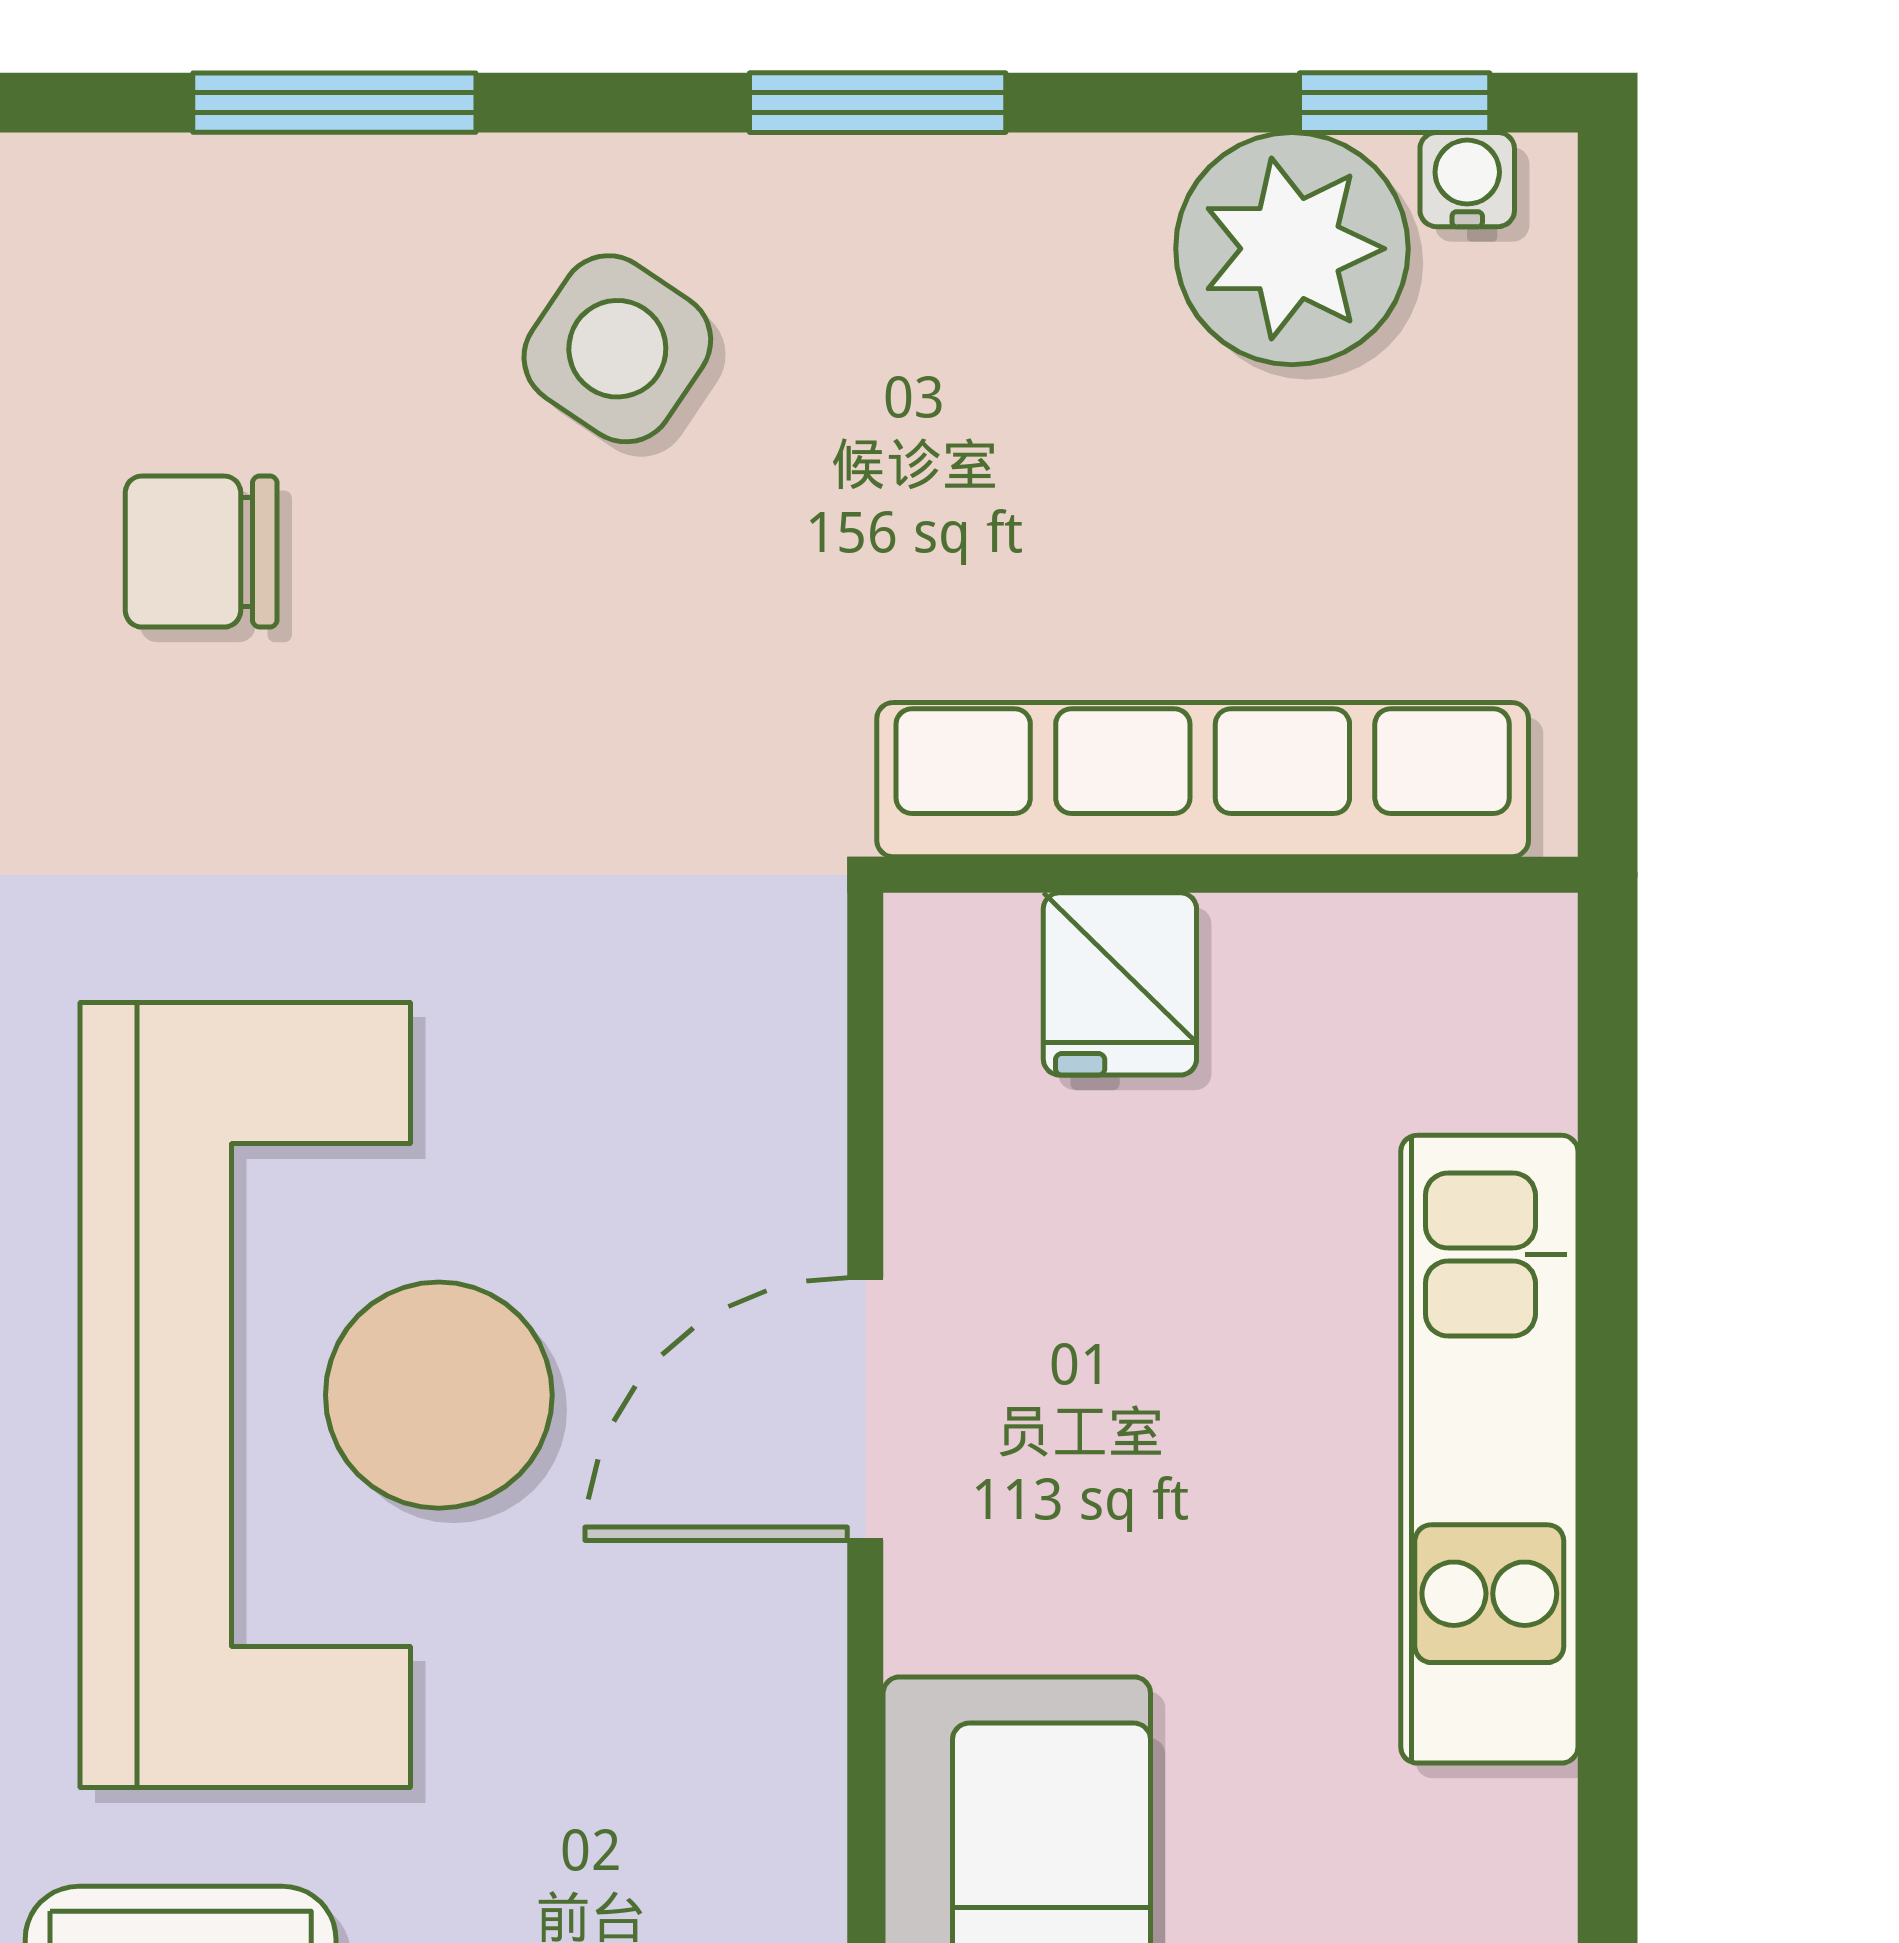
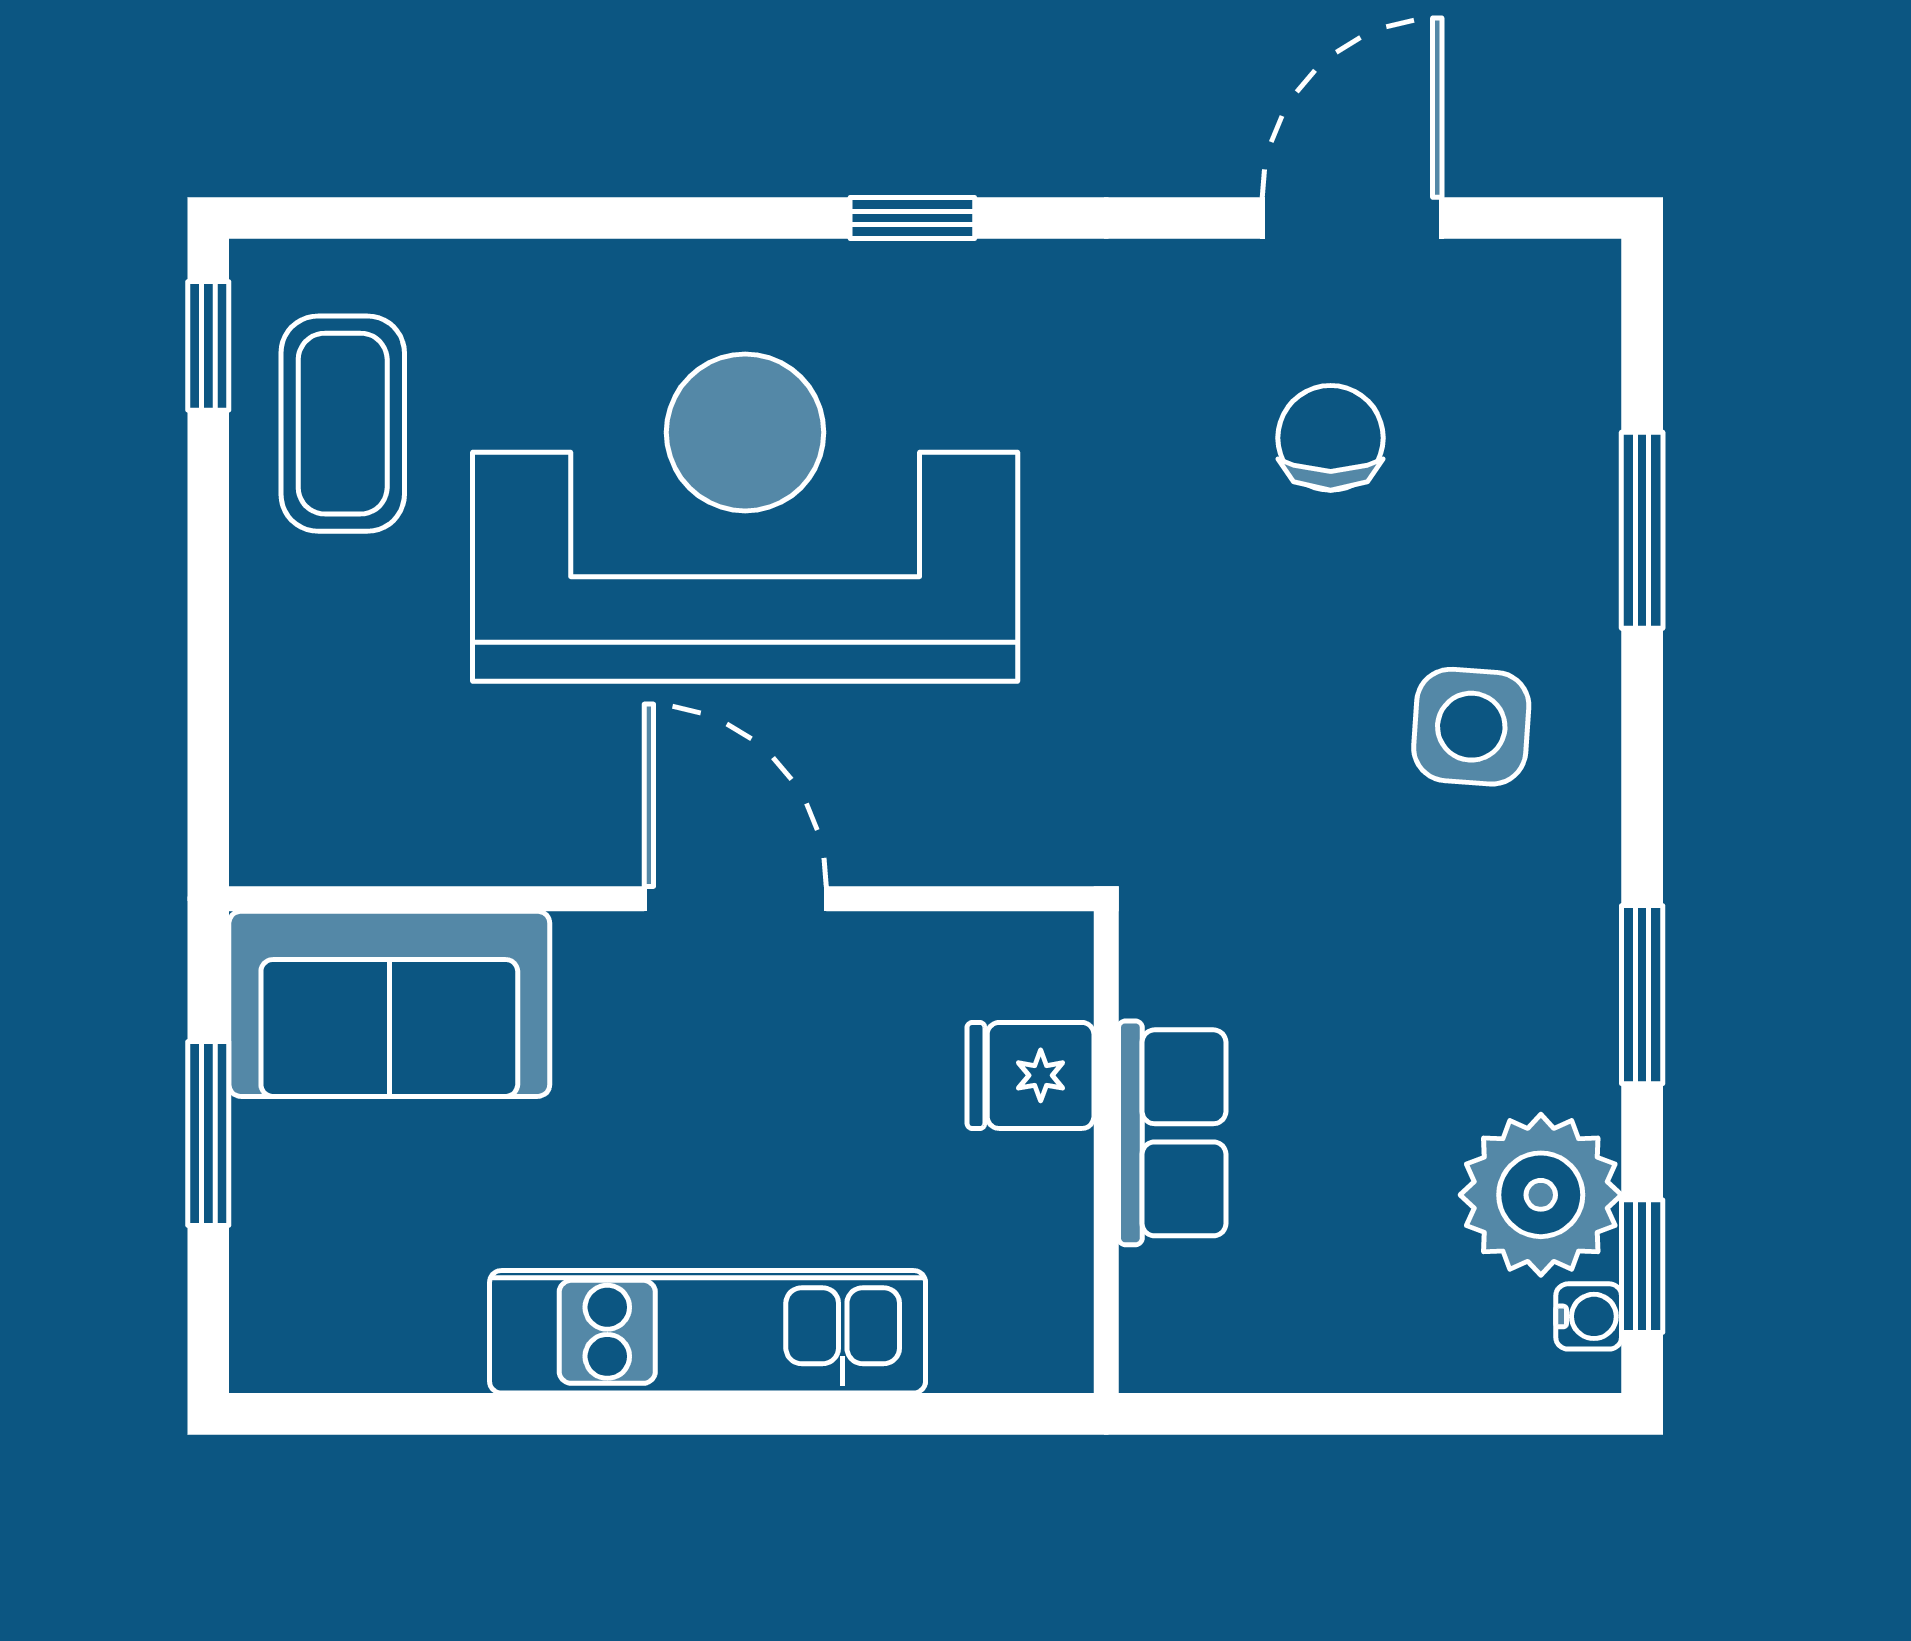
window: (878, 103) -> (1642, 995), moved
side table: (617, 349) -> (1471, 727), turned -30
row of seats: (1203, 780) -> (1172, 1133), width x0.50
reception desk: (316, 1395) -> (745, 518), turned 180

